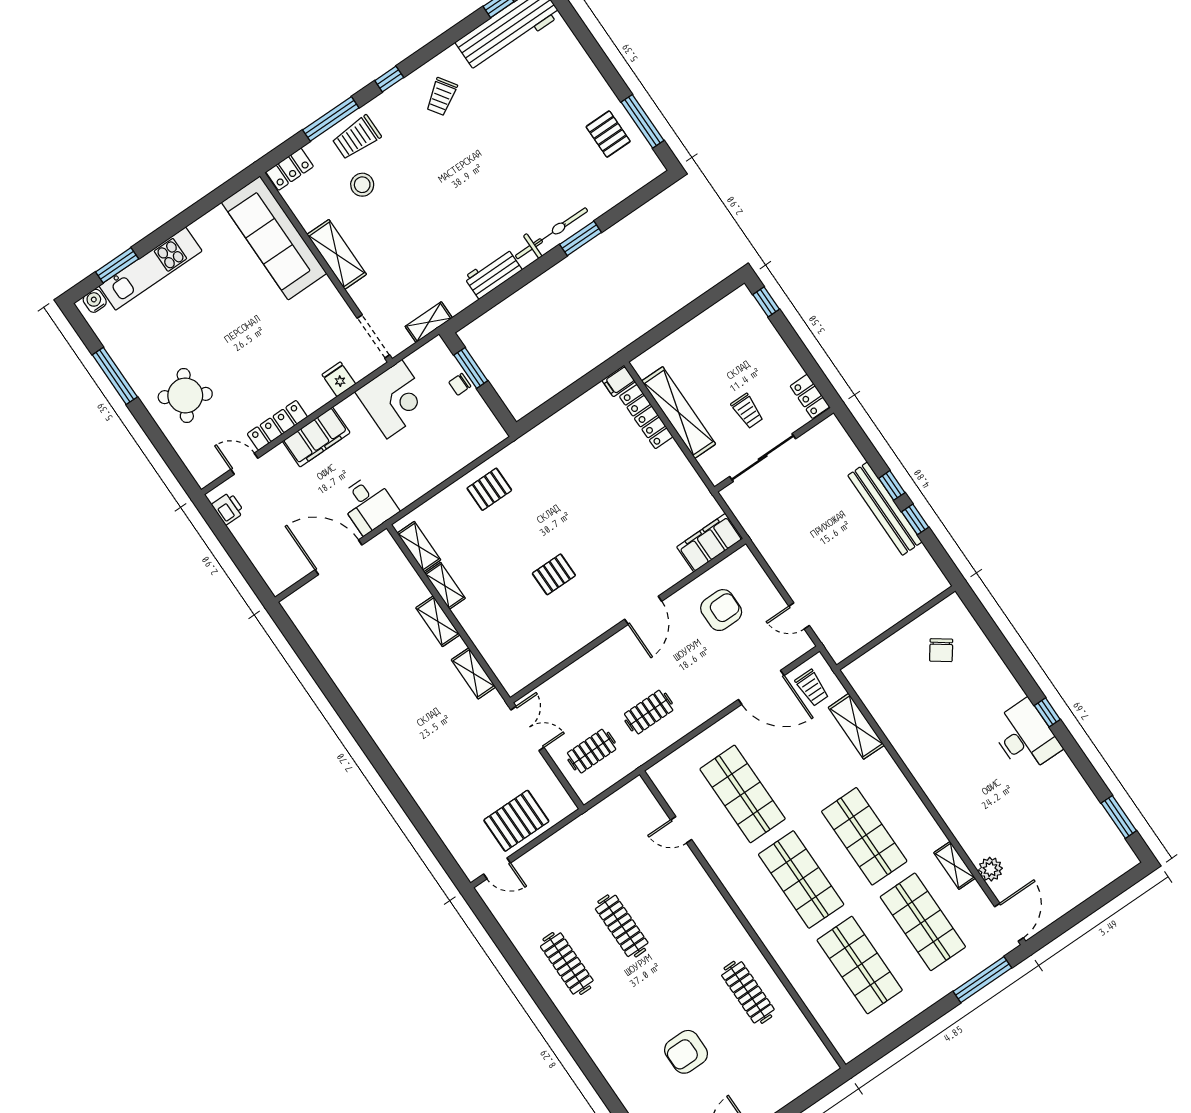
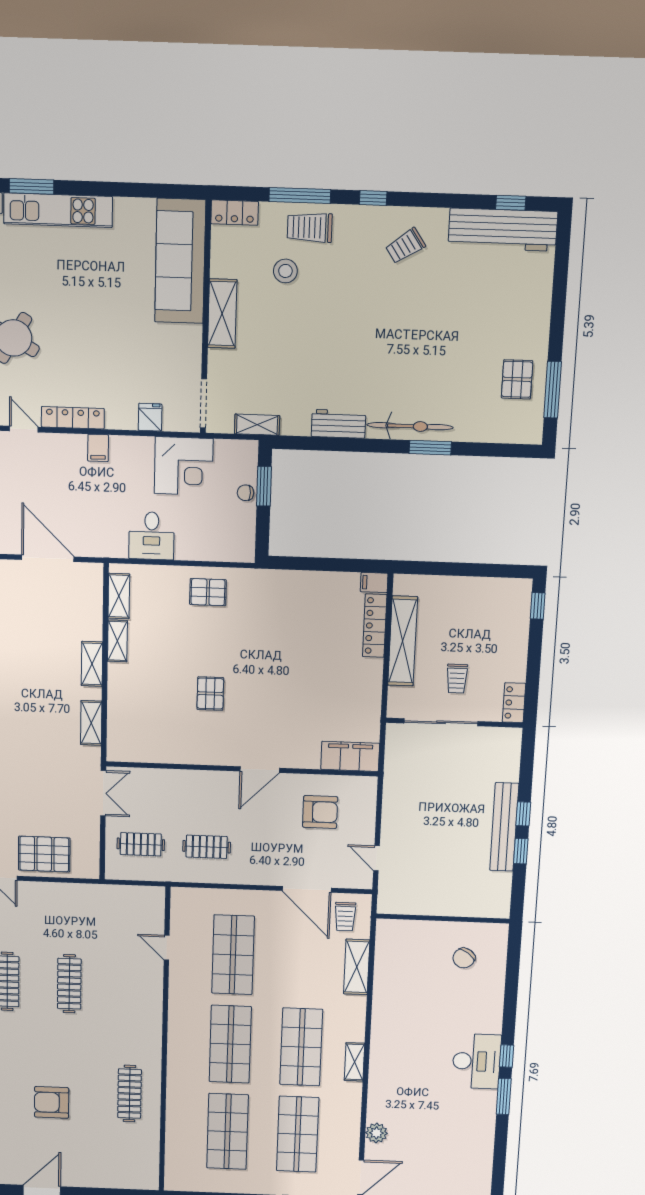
filing cabinet: (316, 437) -> (98, 448), width x0.33, depth x0.86
desk: (368, 504) -> (152, 536), moved
pallet: (554, 574) -> (210, 694), turned 90
window: (1119, 817) -> (504, 1096), moved
shelving: (955, 865) -> (354, 1062), moved

